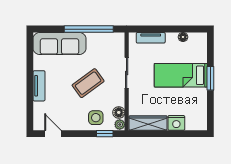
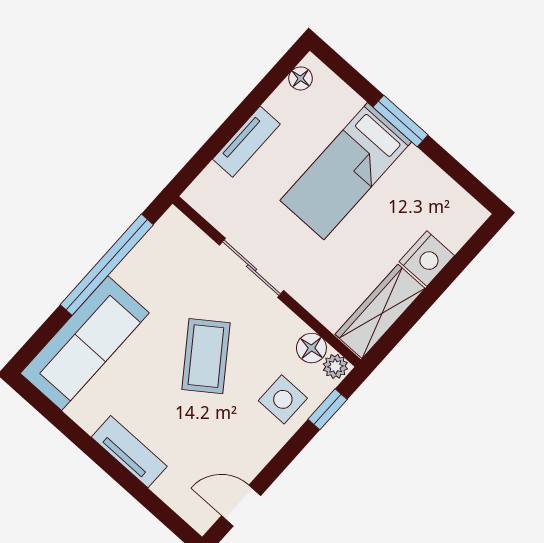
floor lamp: (183, 37) -> (301, 78), moved
tv unit: (151, 38) -> (246, 142), moved

